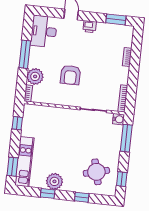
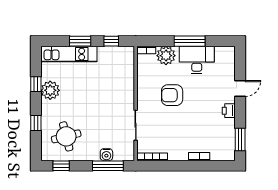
desk: (44, 31) -> (197, 60), moved
water cooler: (118, 119) -> (106, 155), moved
window: (12, 167) -> (80, 41), moved

